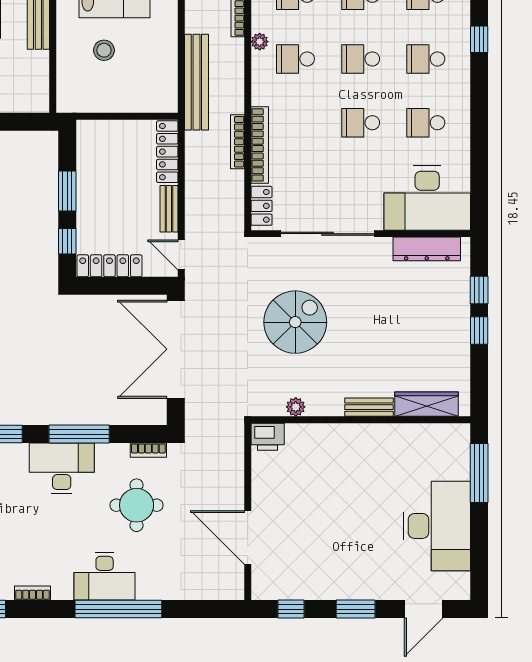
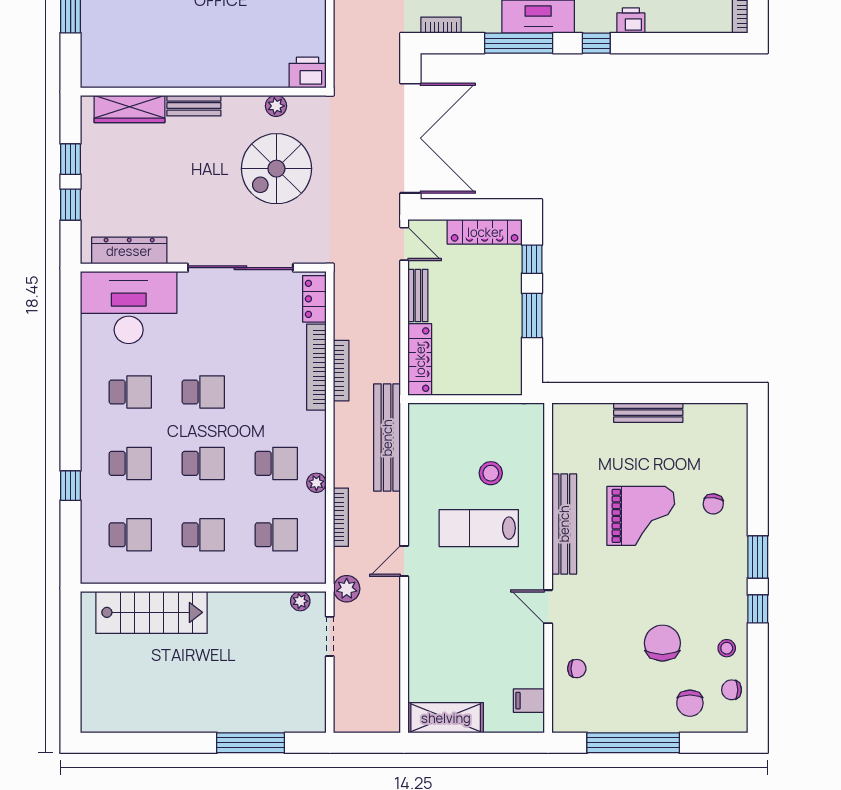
wardrobe: (427, 404) -> (129, 109), moved
plant: (296, 407) -> (276, 106), moved
bench: (369, 407) -> (194, 106), moved
wall: (361, 420) -> (203, 92), moved
printer: (268, 437) -> (308, 73), moved

